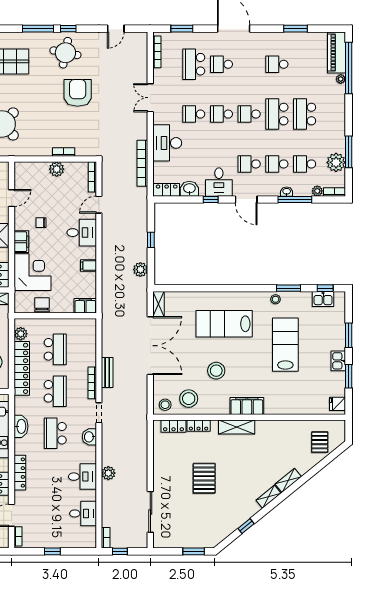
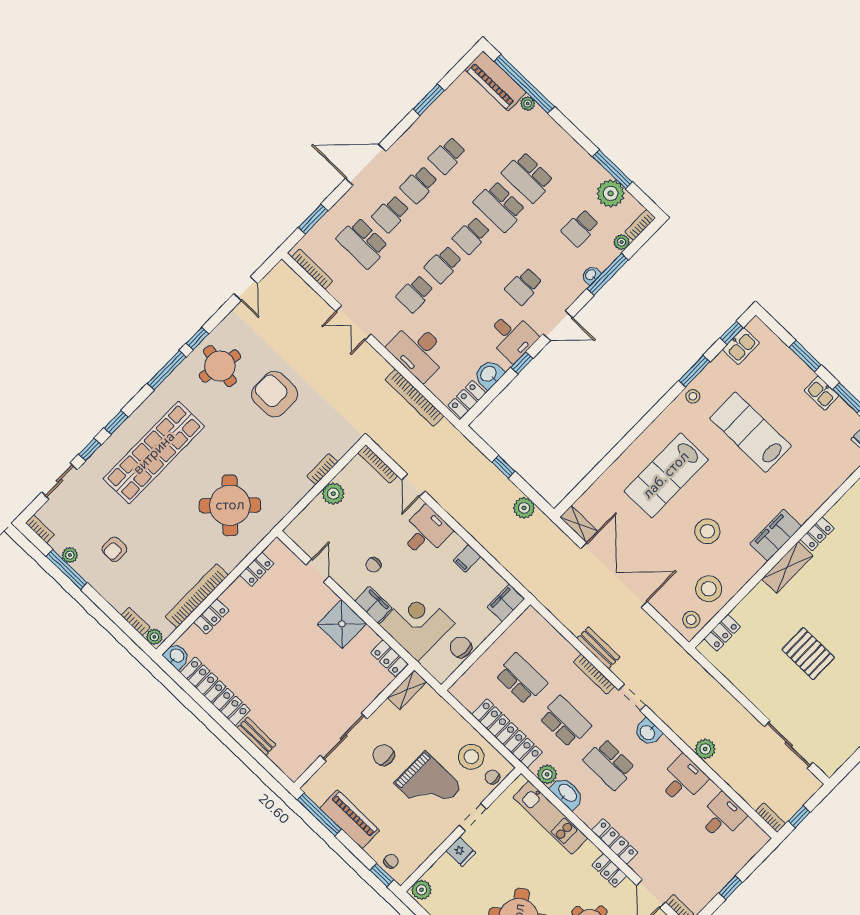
school desk: (277, 164) -> (419, 185), moved
plant: (21, 334) -> (547, 774), moved
locker: (199, 426) -> (817, 534), moved

